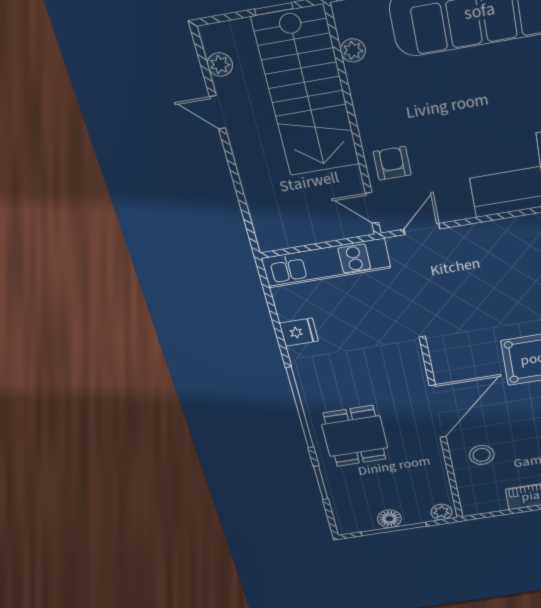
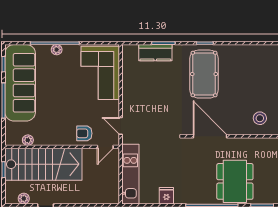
door: (438, 411) -> (210, 136), moved
dining table: (355, 436) -> (235, 181), width x1.38

